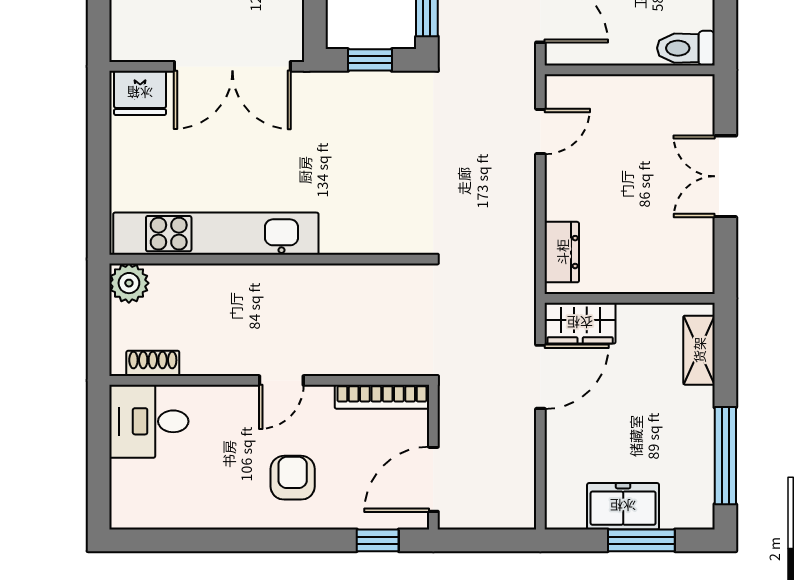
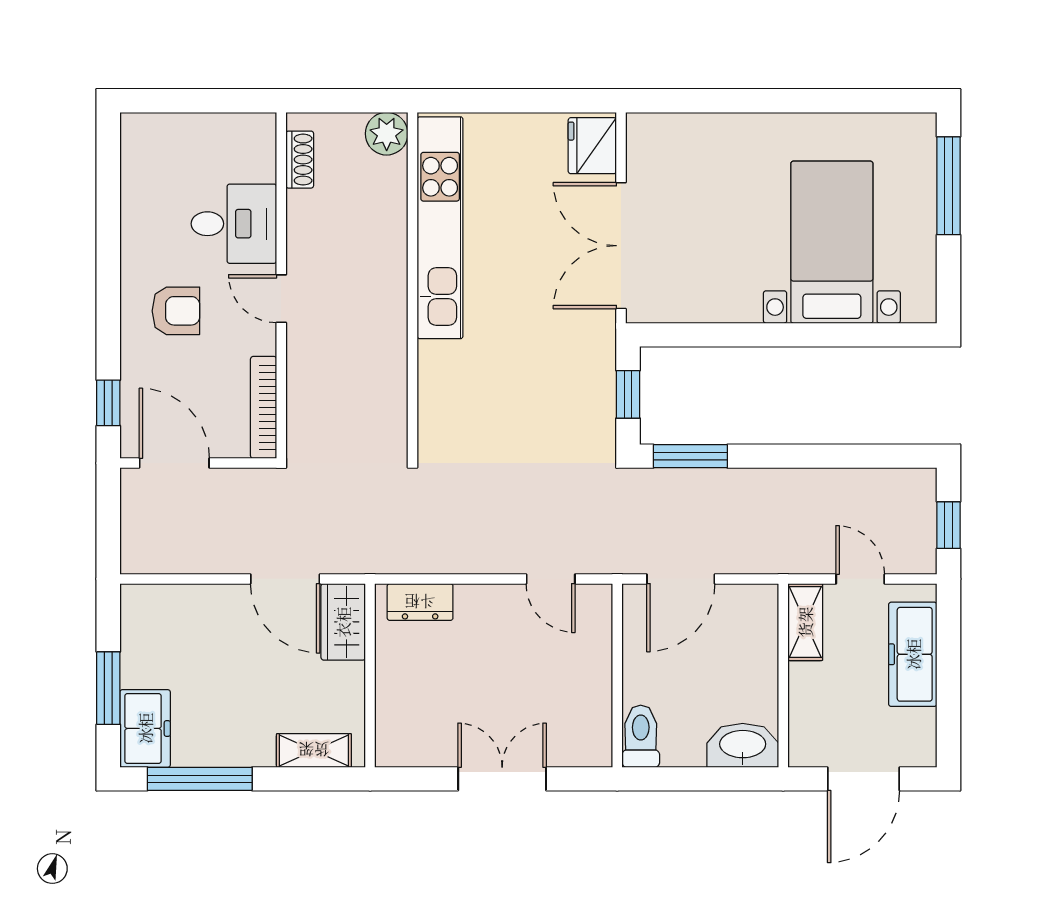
desk: (149, 421) -> (234, 224), moved, turned 90
freezer: (623, 506) -> (145, 728), moved

